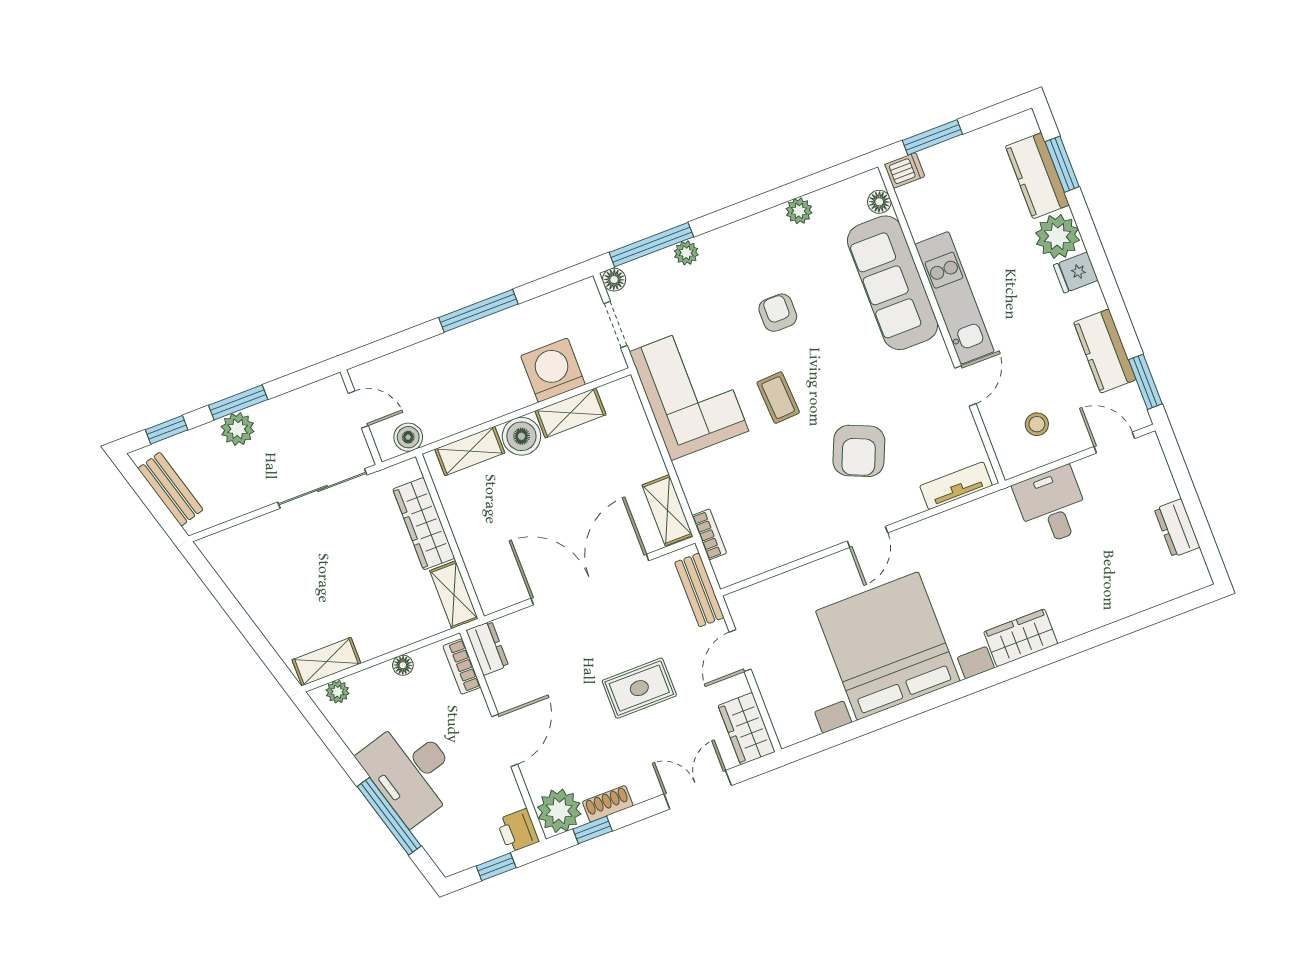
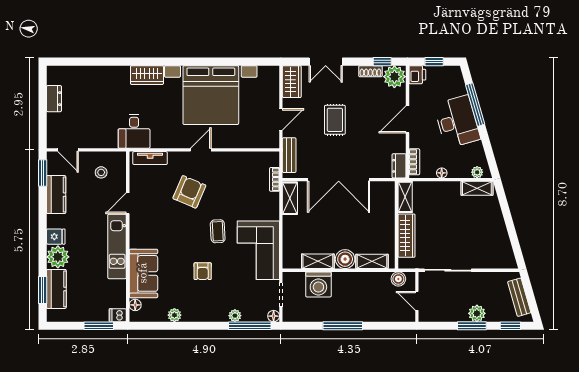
sofa: (893, 283) -> (143, 273), width x0.73
desk: (1052, 506) -> (134, 131), moved
rug: (639, 688) -> (335, 120), turned 90

